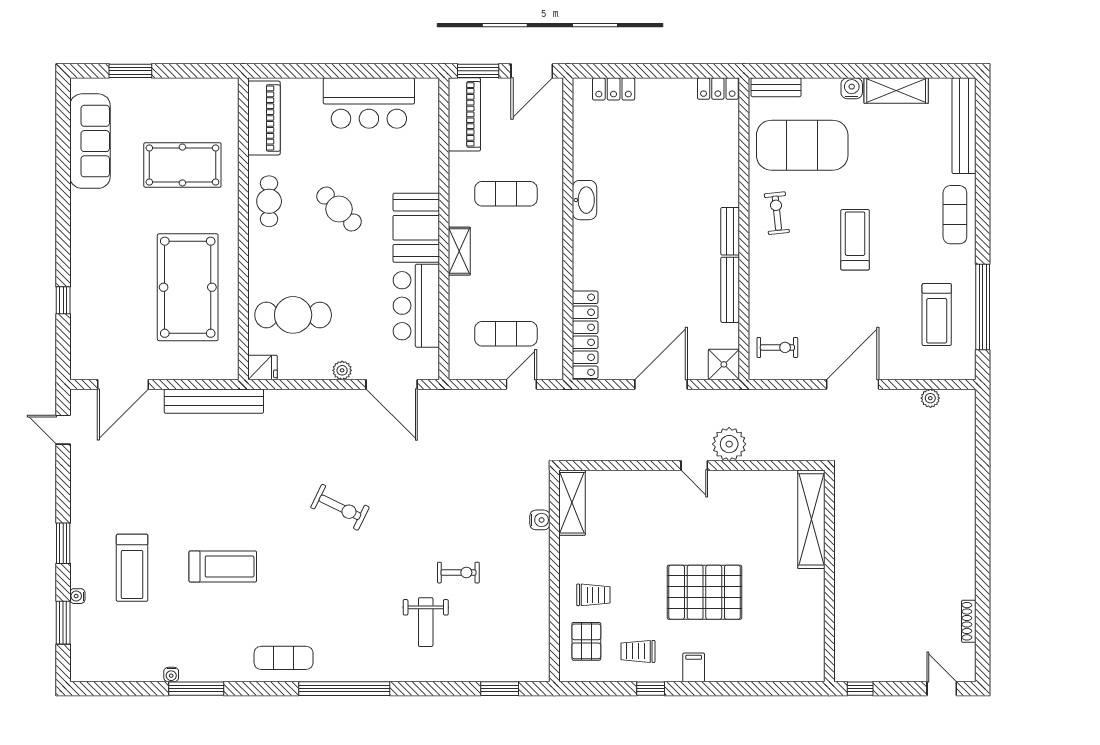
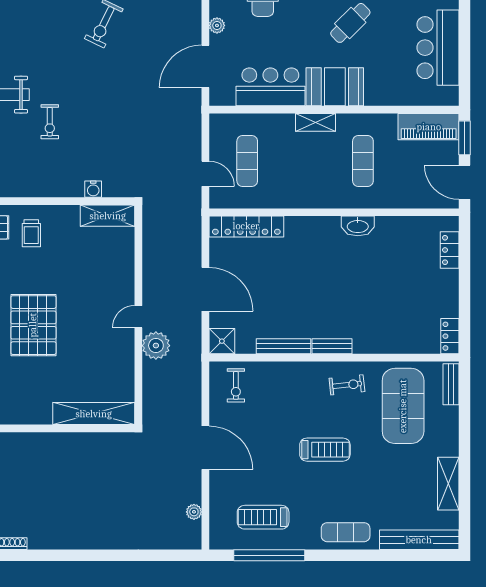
water cooler: (852, 88) -> (450, 447), removed

